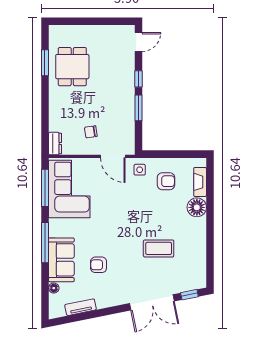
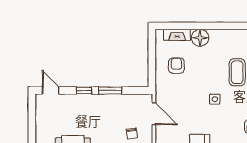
door: (113, 156) -> (154, 114), hinge flipped
side table: (140, 170) -> (215, 99), moved

